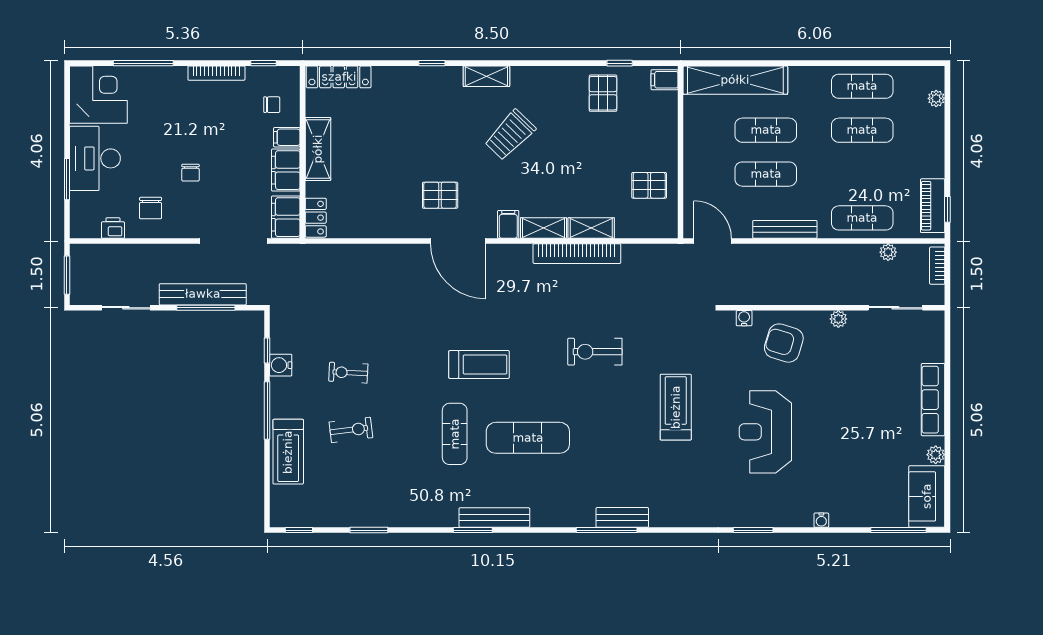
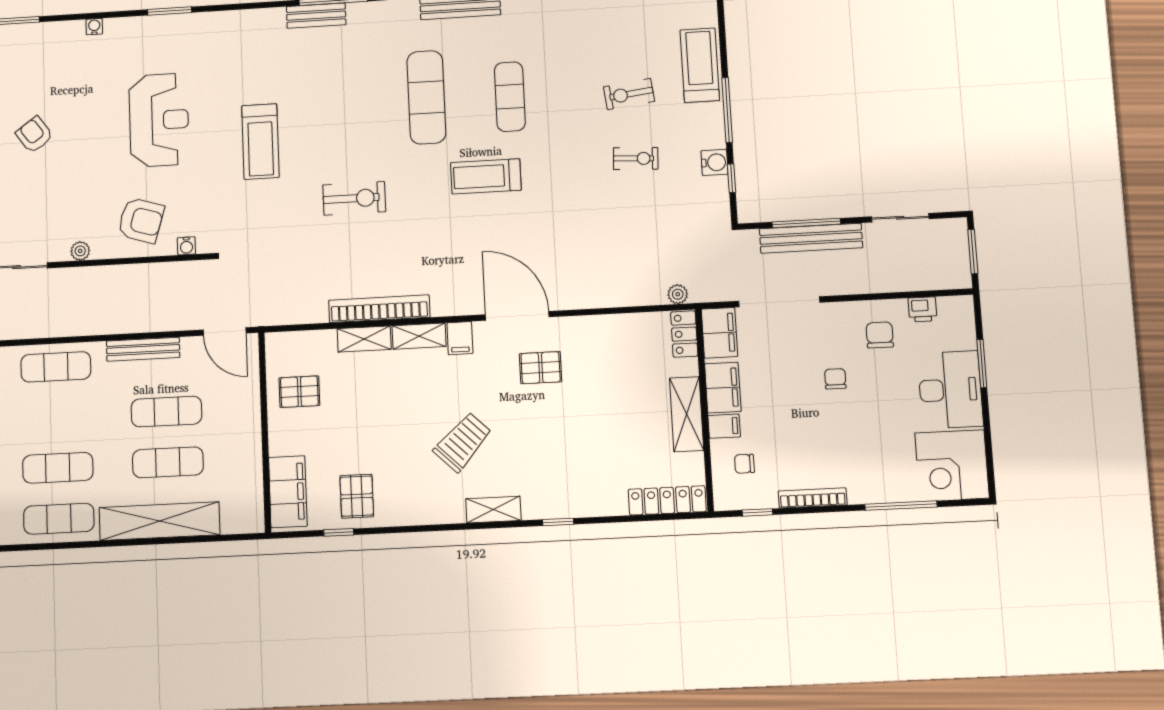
filing cabinet: (664, 80) -> (288, 492), width x3.00, depth x1.17
shelving: (735, 80) -> (159, 521), moved
plant: (888, 252) -> (678, 294), moved
armchair: (877, 425) -> (34, 135), added
exercise mat: (528, 438) -> (426, 97), turned 90

